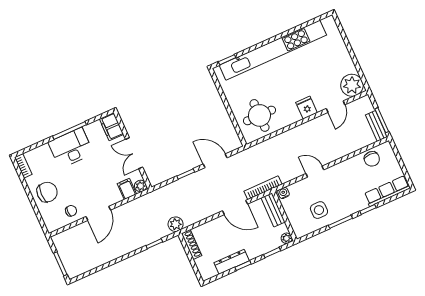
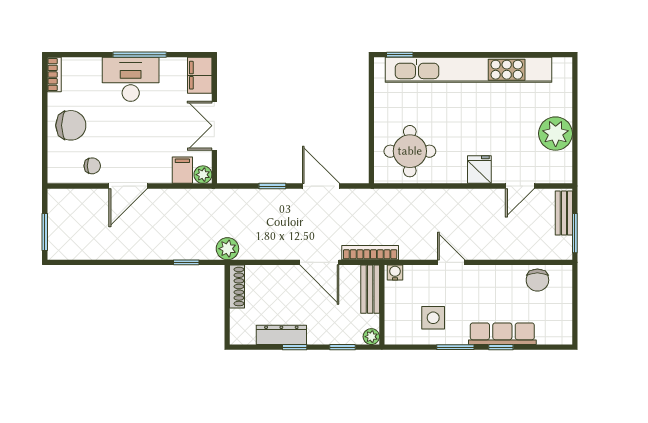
plant: (352, 85) -> (556, 134), moved
bench: (376, 126) -> (564, 213), moved
row of seats: (387, 191) -> (502, 334), moved

